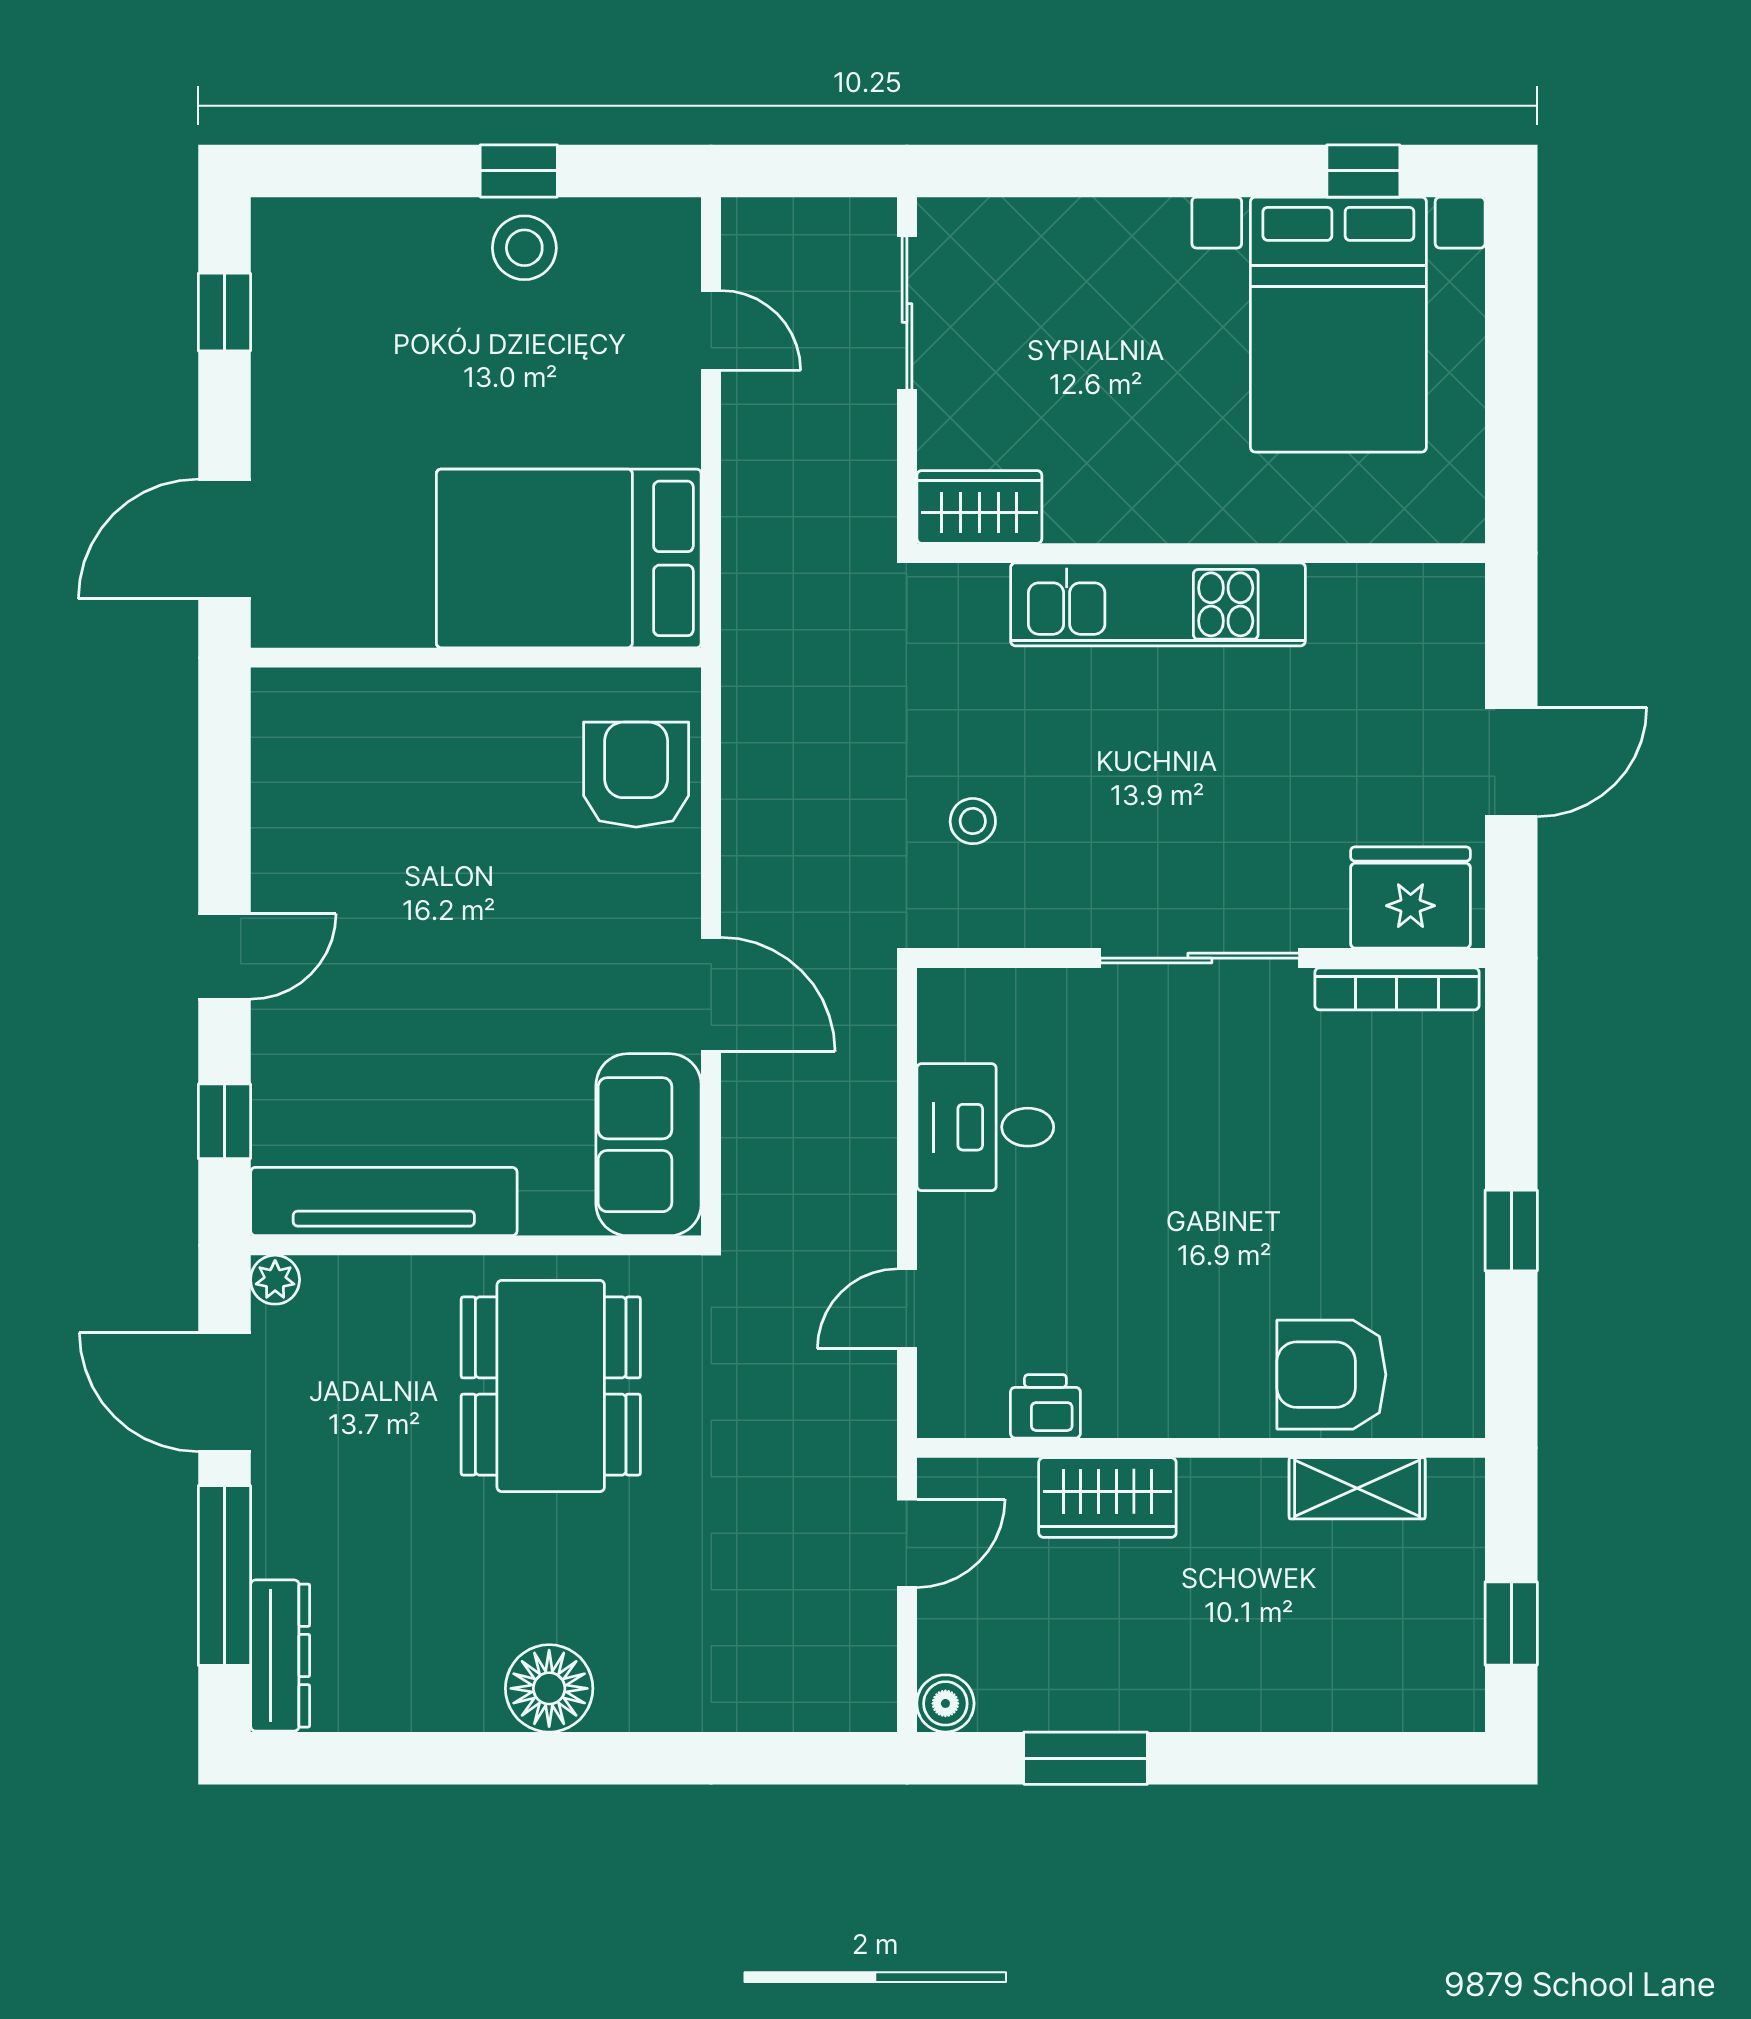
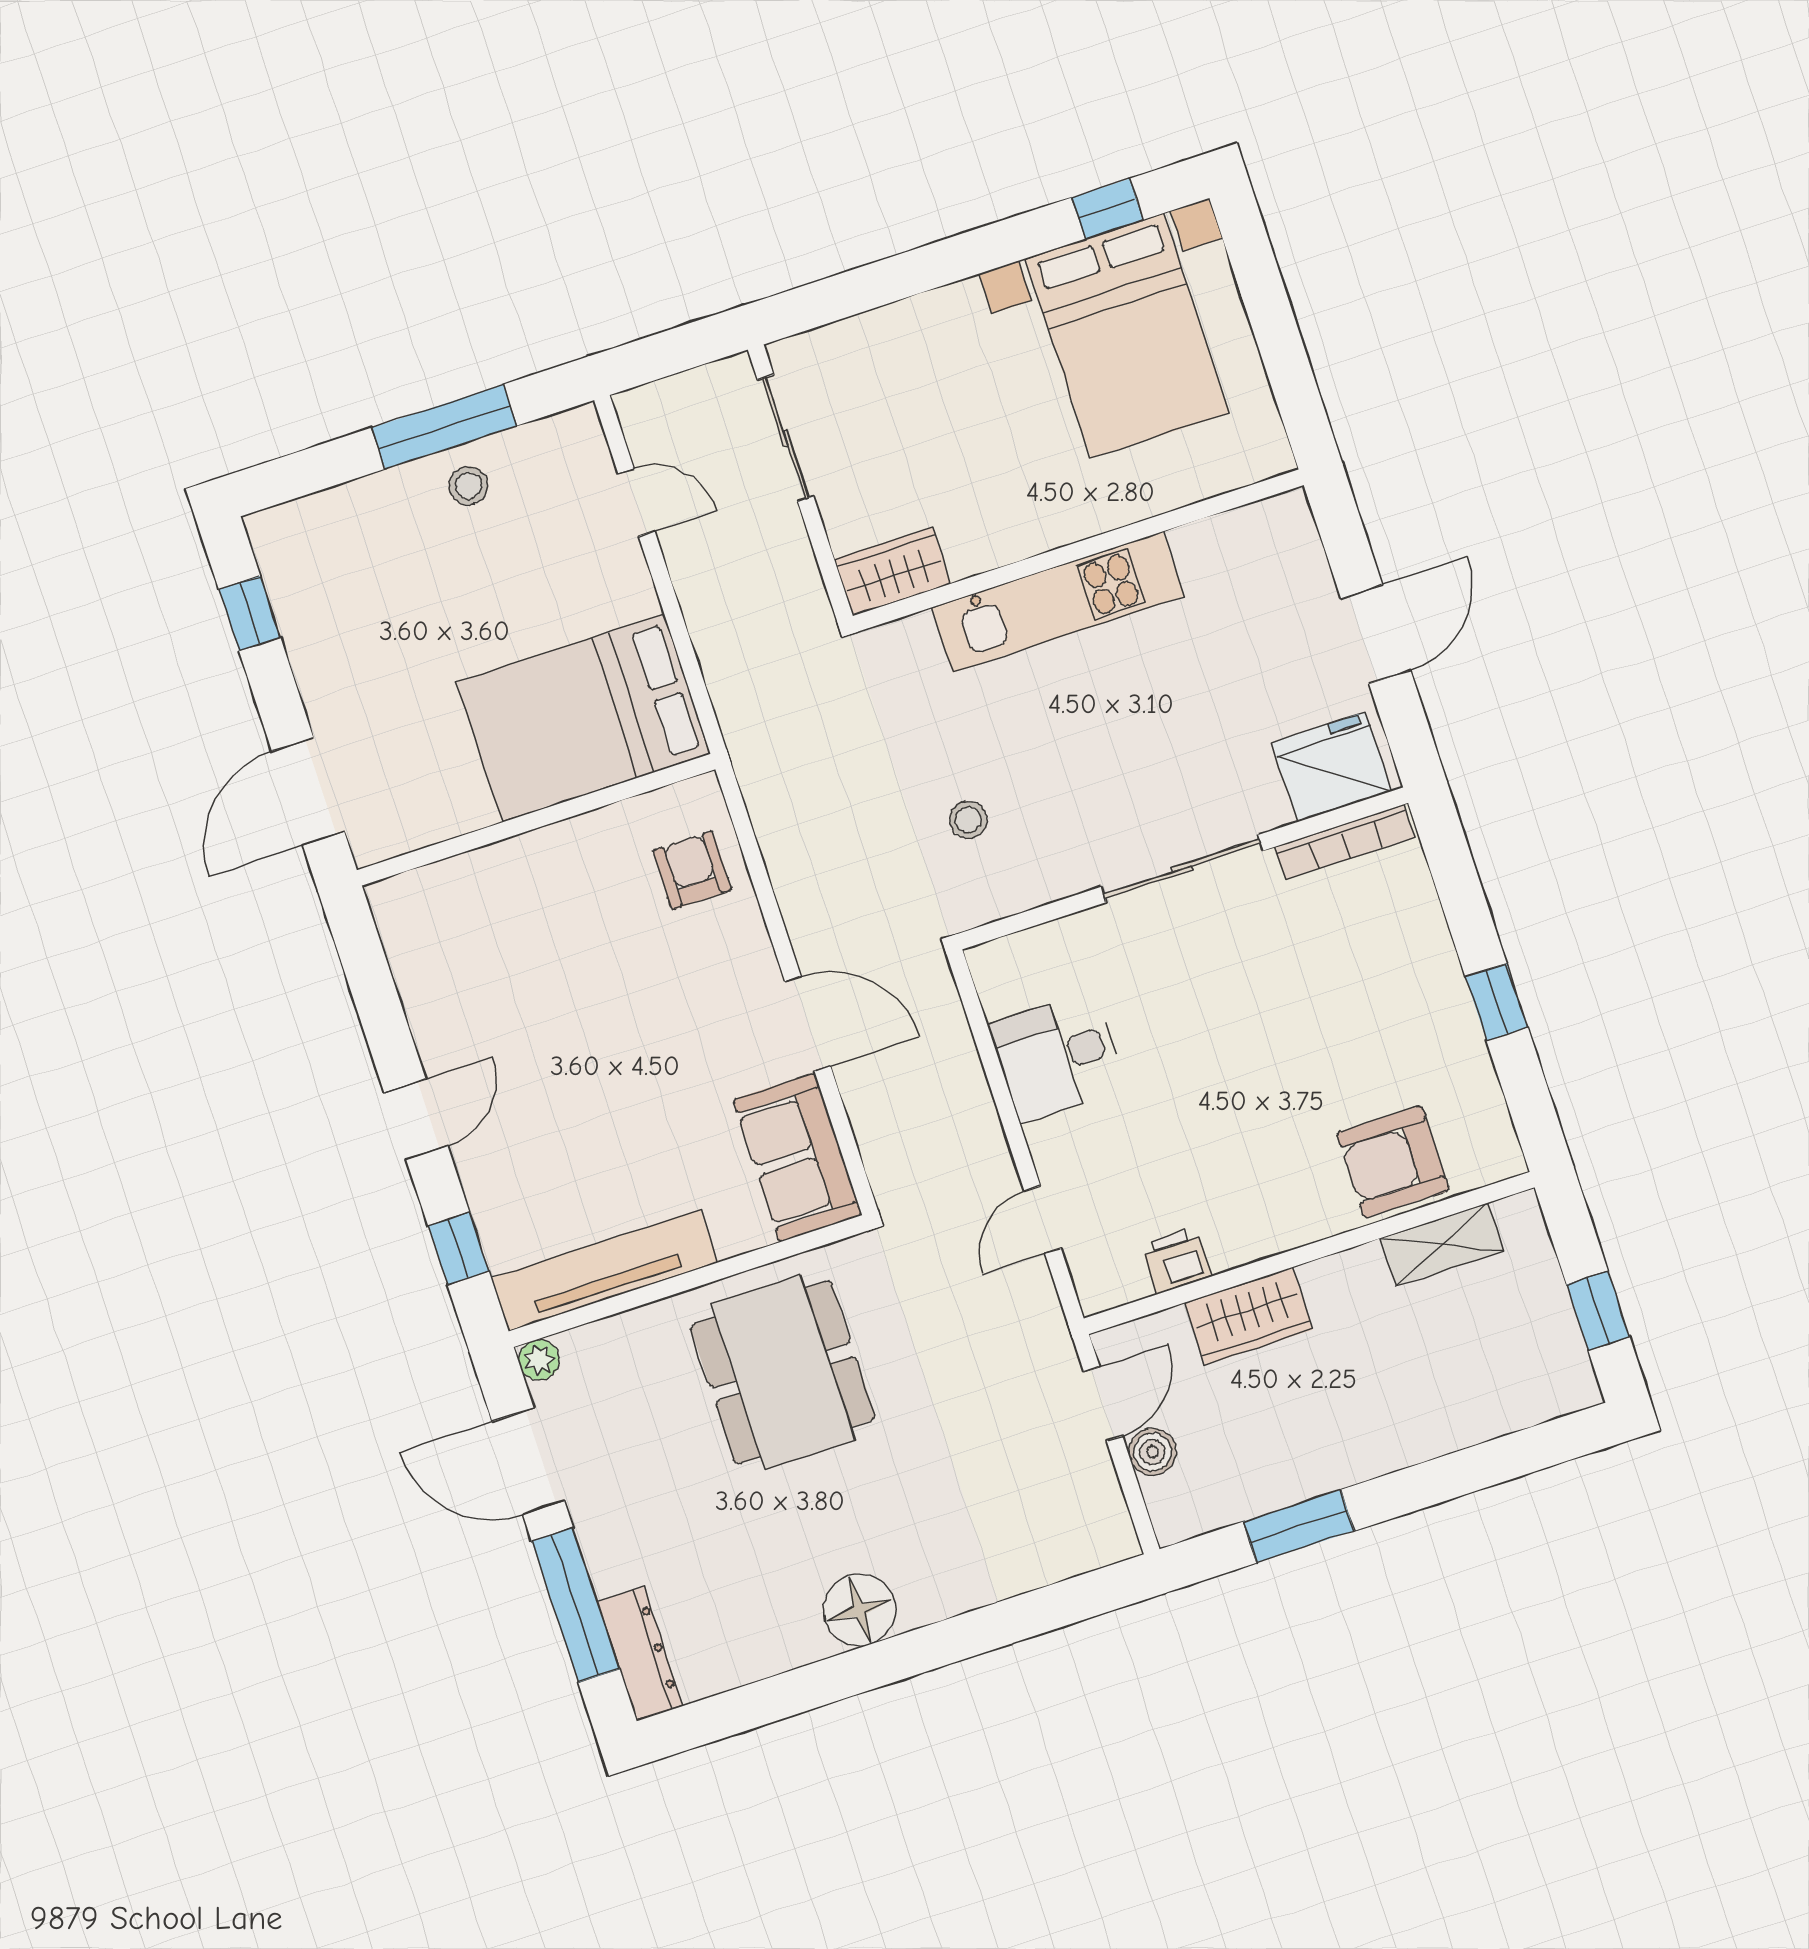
window: (519, 171) -> (444, 427), width x2.17
stool: (524, 248) -> (468, 486), width x0.73, depth x0.73
armchair: (636, 775) -> (692, 870), width x0.72, depth x0.72
boiler: (945, 1703) -> (1152, 1452), moved

